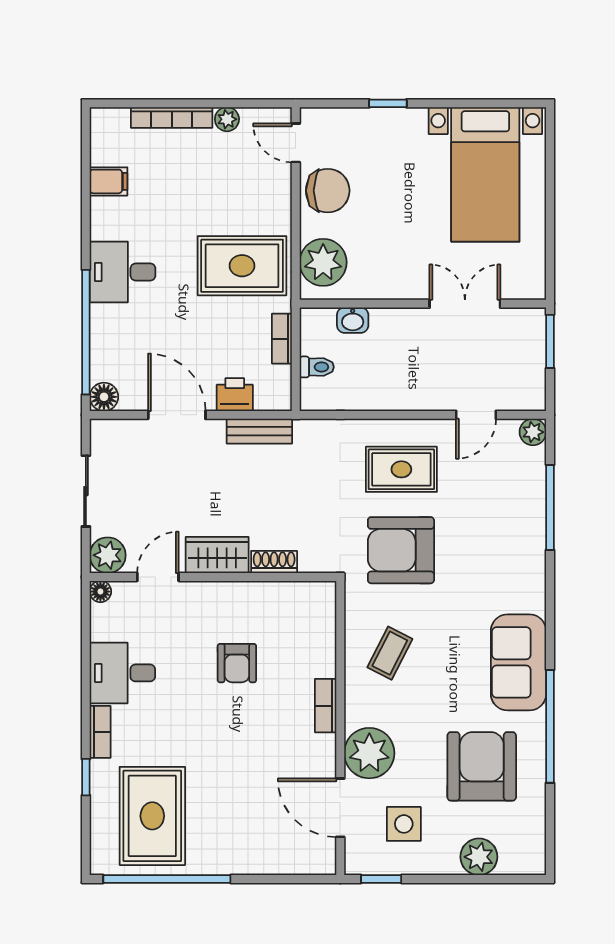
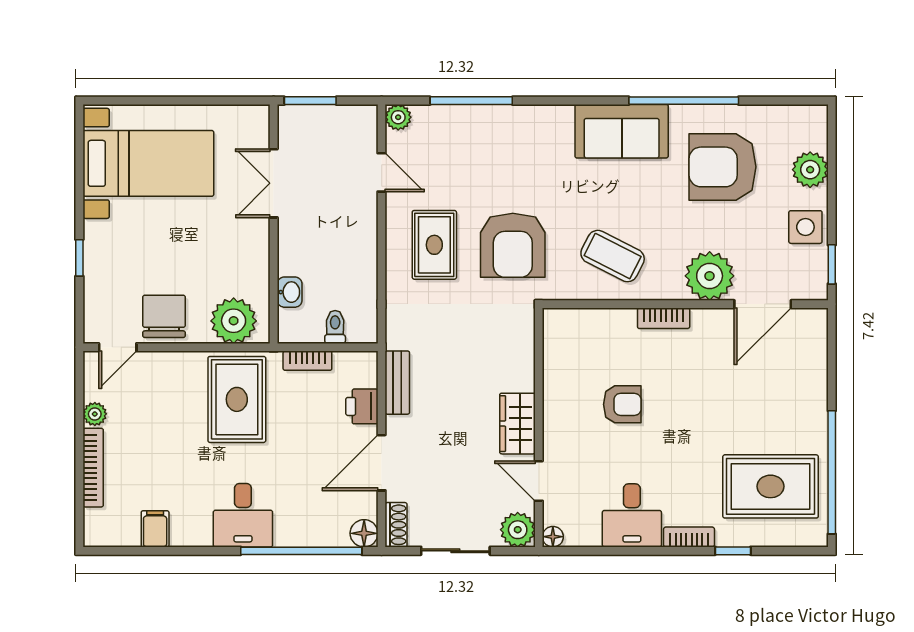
shoe rack: (274, 562) -> (396, 525), moved, turned 180
coffee table: (390, 653) -> (613, 256), width x1.36, depth x1.30
side table: (404, 824) -> (805, 227), moved

